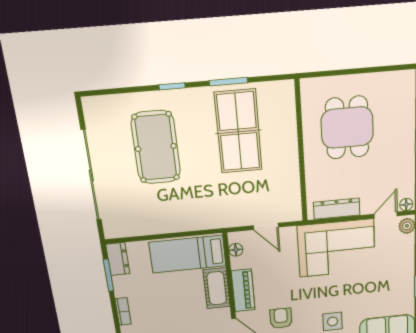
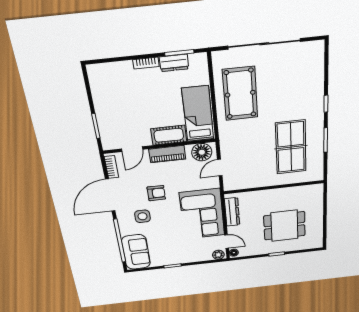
dining table: (347, 128) -> (284, 226), moved
table tennis table: (238, 132) -> (291, 147), turned 90
pool table: (156, 147) -> (240, 94), moved, turned 90
floor lamp: (236, 250) -> (202, 152), width x1.89, depth x1.89
dresser: (118, 259) -> (174, 63), moved
armchair: (281, 318) -> (156, 193), moved

